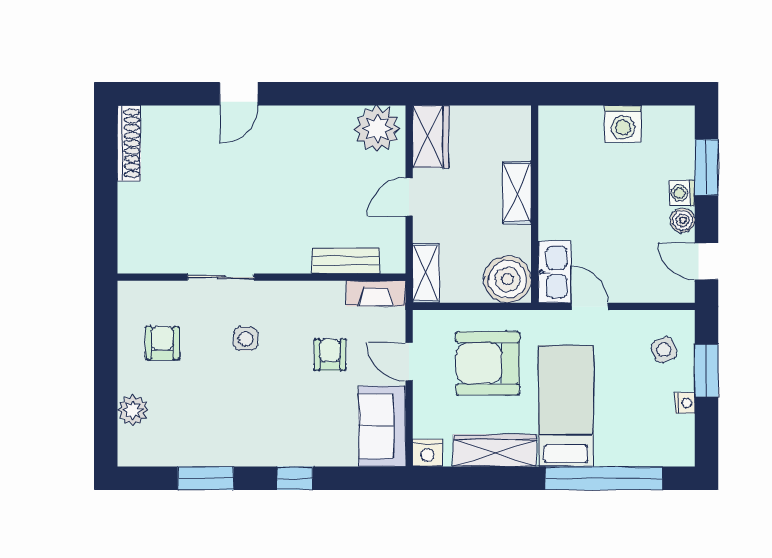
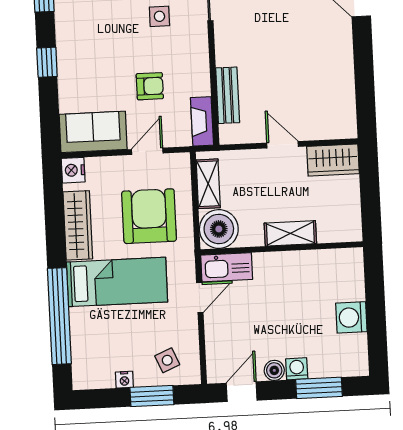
plant: (377, 129) -> (337, 116), removed
shelving: (426, 273) -> (208, 184), moved, turned 90

